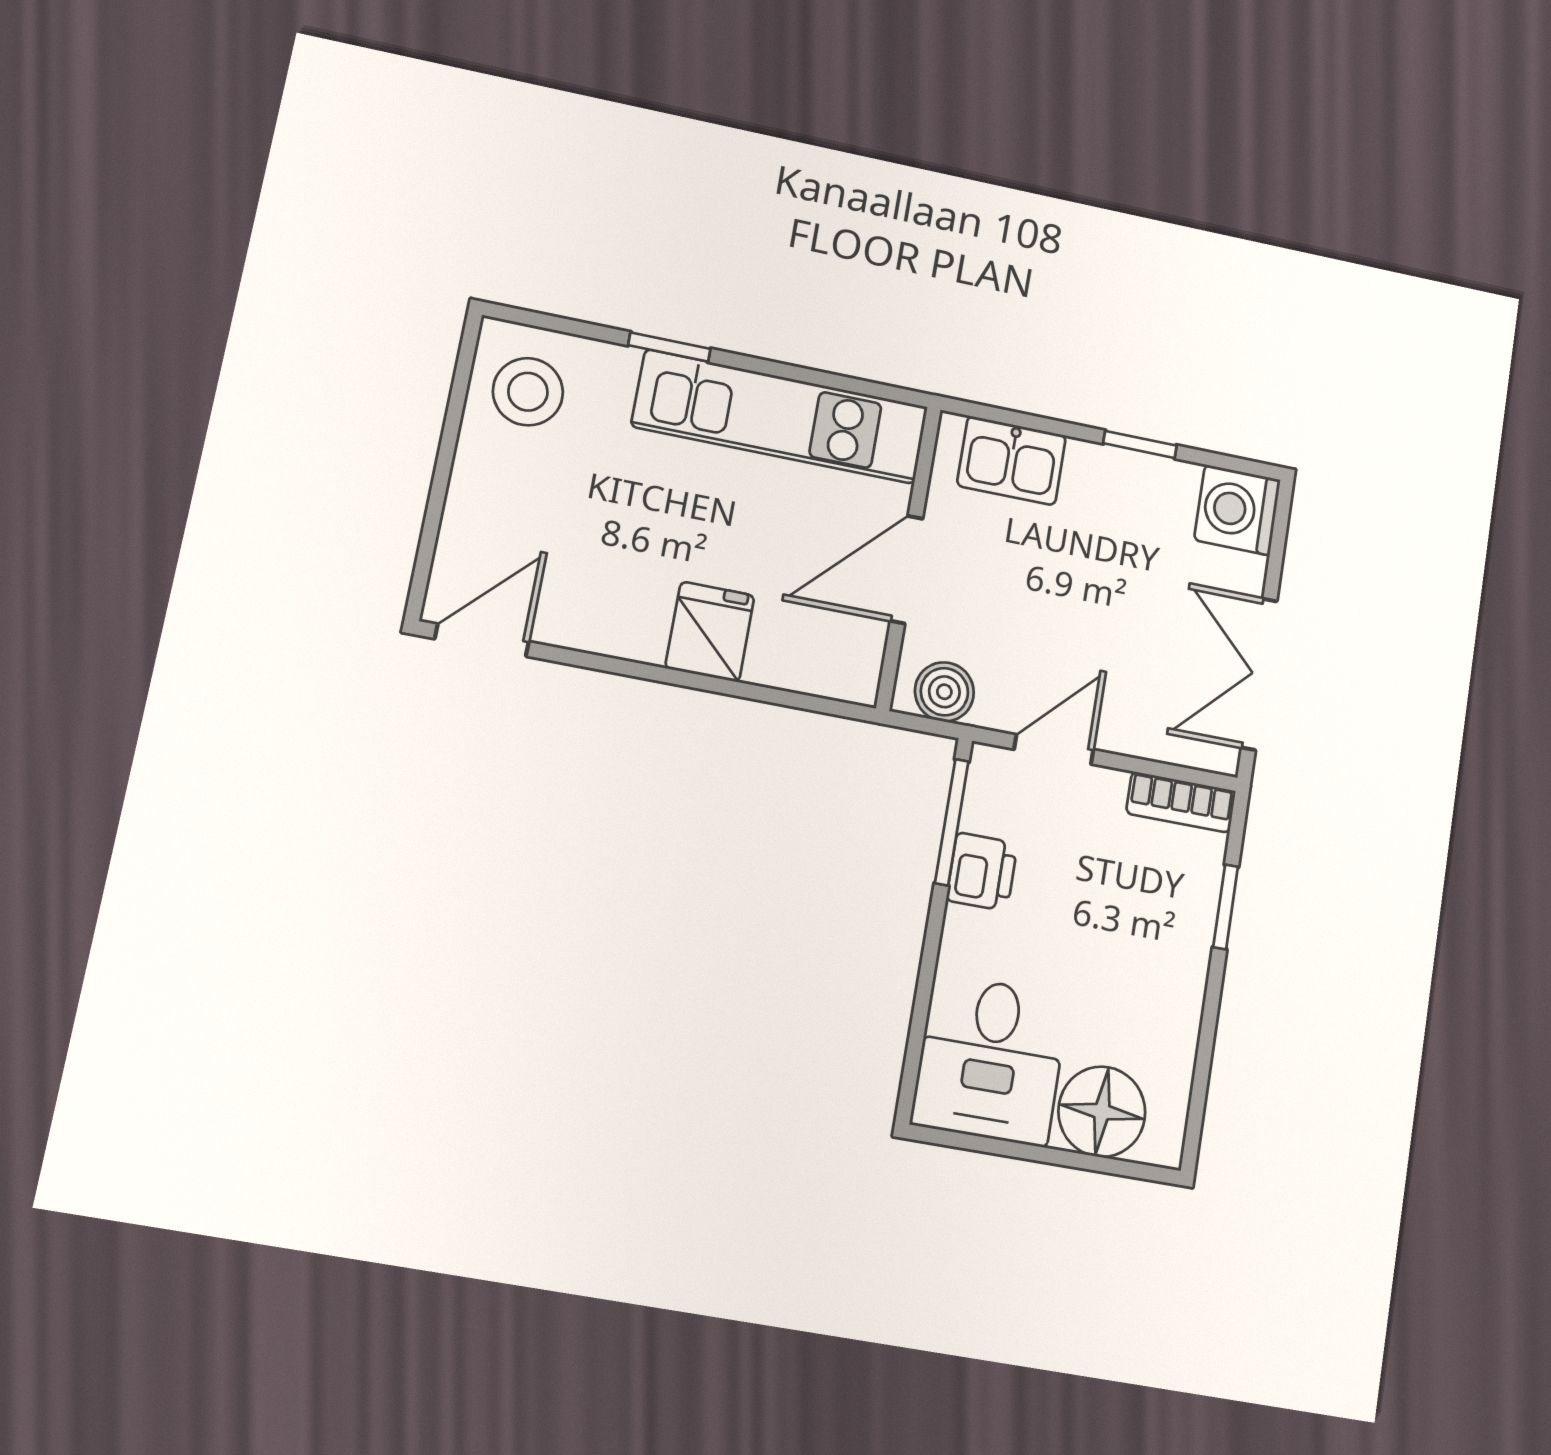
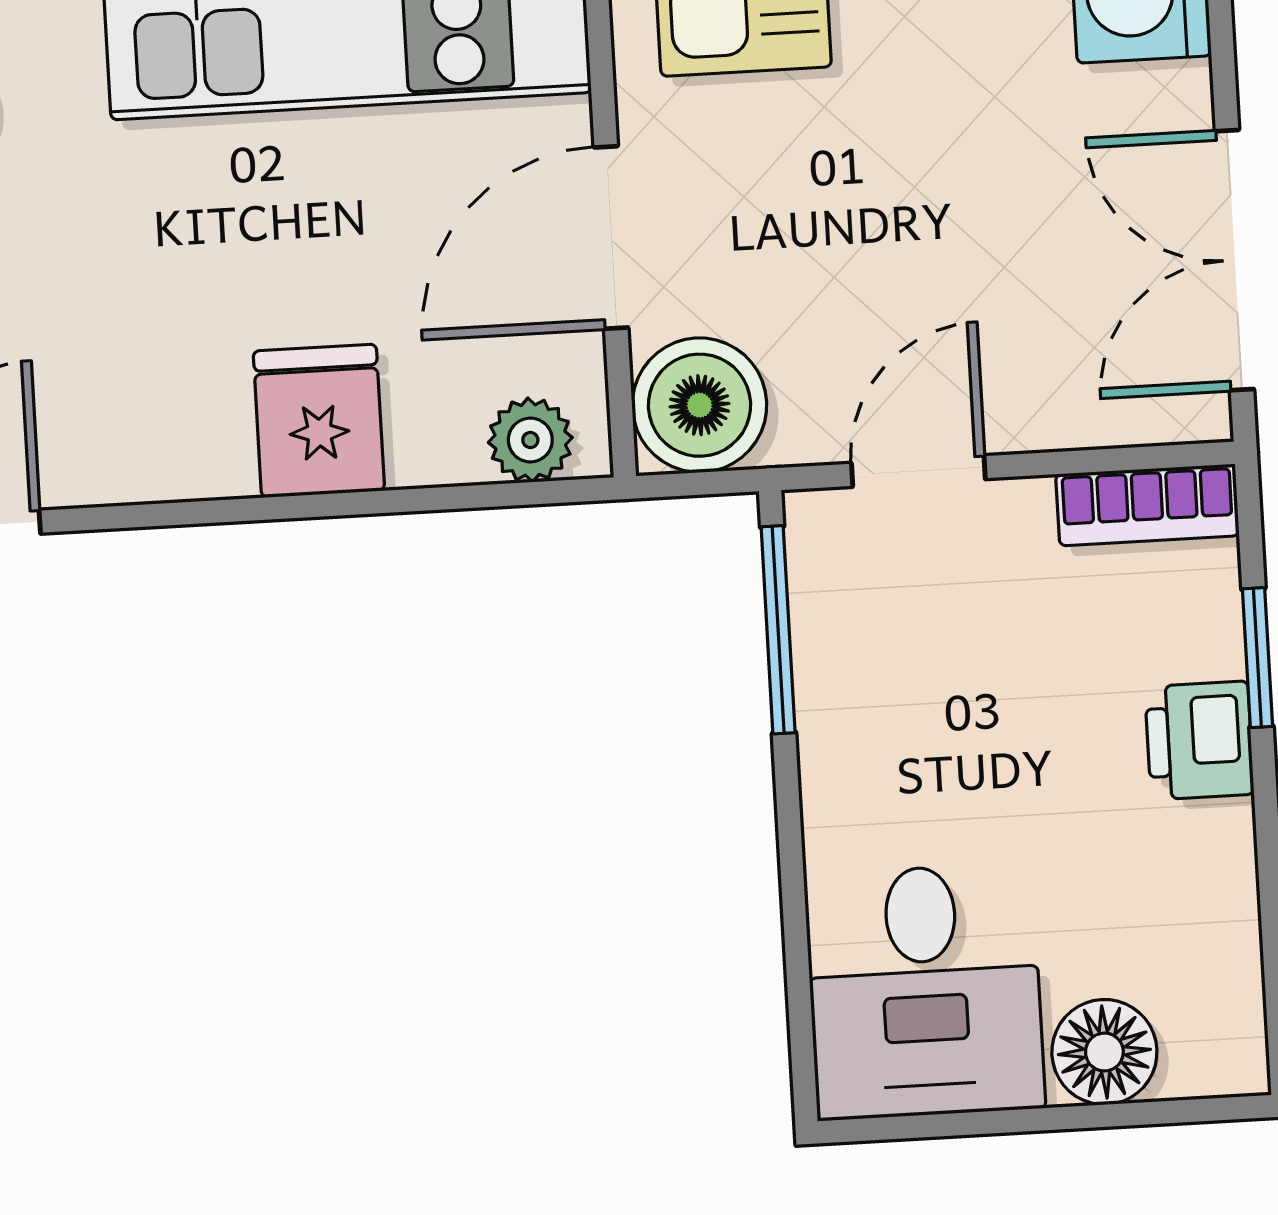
plant: (832, 674) -> (530, 440), added
boiler: (944, 692) -> (700, 405), width x1.36, depth x1.36
printer: (982, 872) -> (1199, 740), moved, turned 180
floor lamp: (1102, 1112) -> (1104, 1052), width x0.73, depth x0.73

